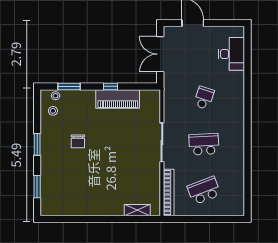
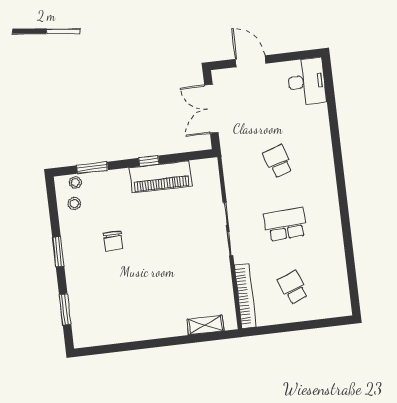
desk: (232, 54) -> (307, 82), moved
school desk: (204, 98) -> (278, 161), turned -36
school desk: (204, 190) -> (293, 288), width x0.54

